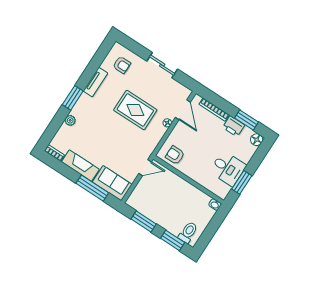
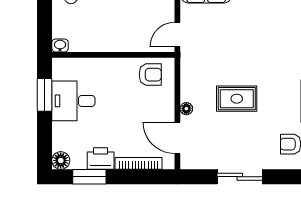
rug: (135, 110) -> (237, 99), width x0.73, depth x0.70

